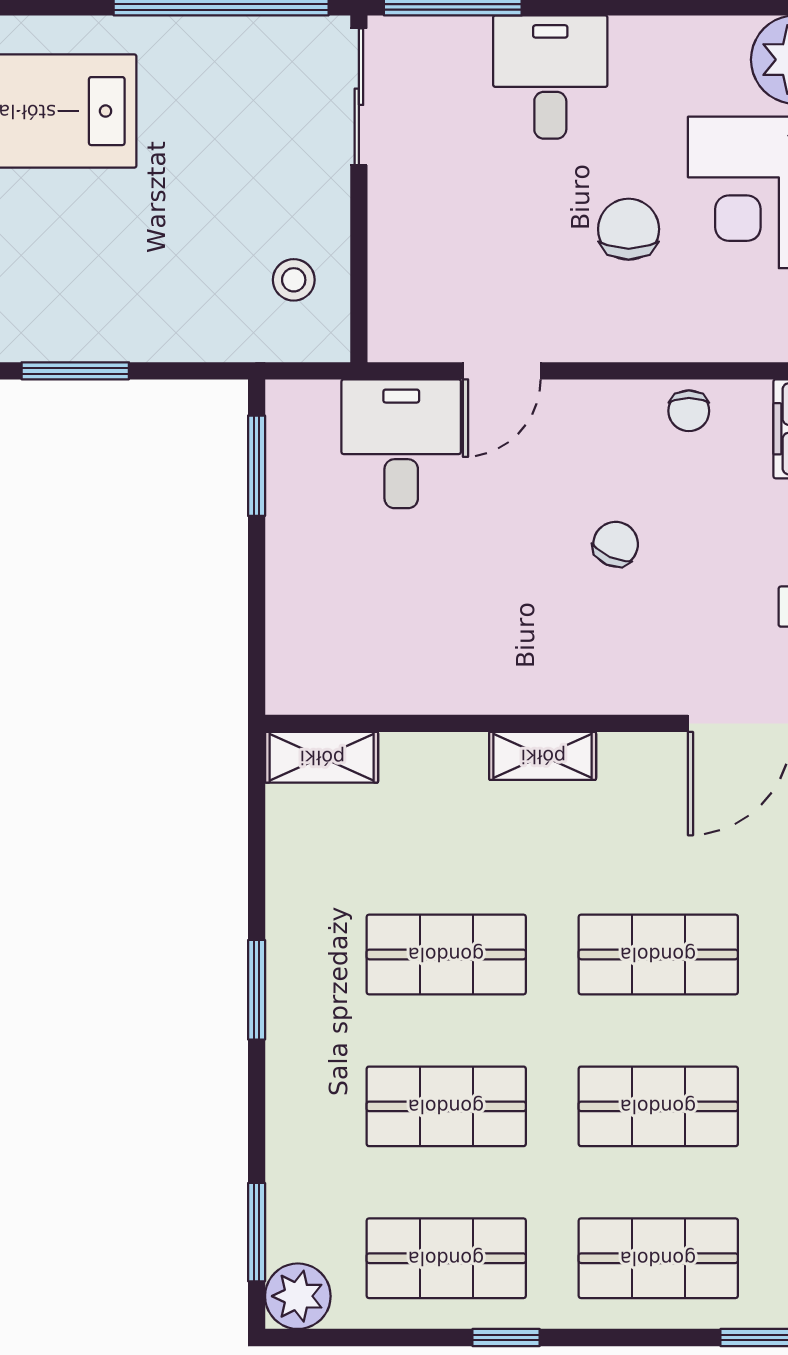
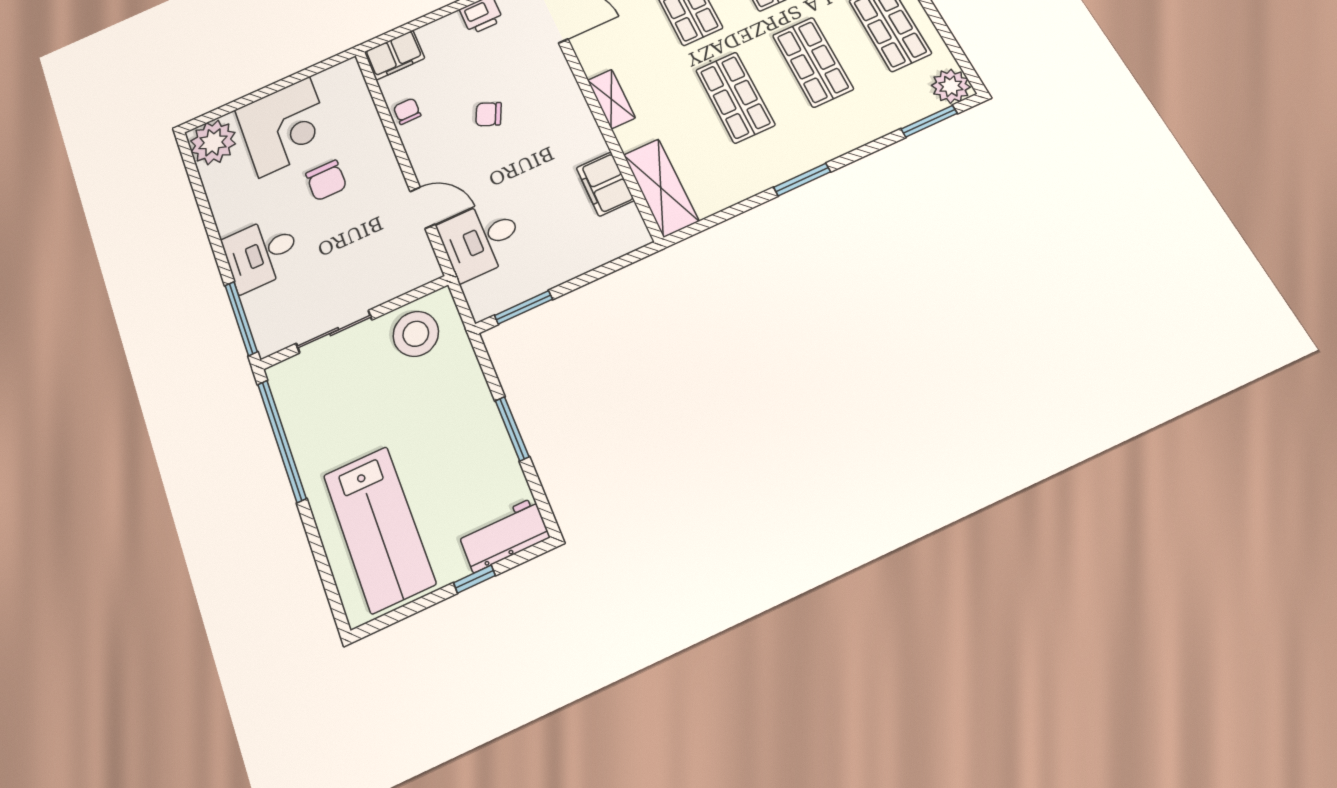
sliding door: (359, 97) -> (334, 332), moved
chair: (629, 229) -> (326, 180), turned -90
stool: (294, 280) -> (416, 334), width x1.89, depth x1.89
chair: (689, 411) -> (407, 111), turned -90
filing cabinet: (399, 681) -> (605, 184), added
shelving: (322, 757) -> (661, 188), width x1.50, depth x1.33

